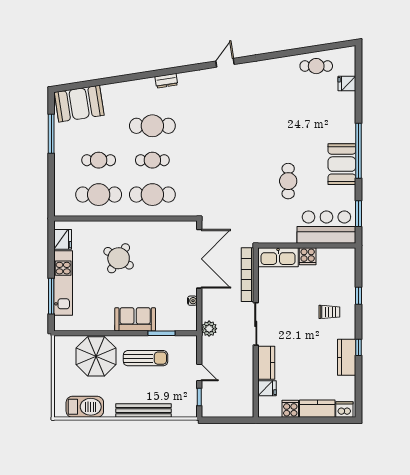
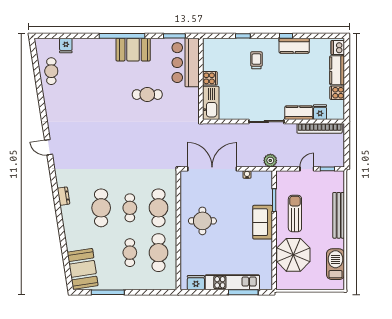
round table: (119, 258) -> (202, 221), moved, turned -33
bookcase: (248, 275) -> (320, 128), moved

